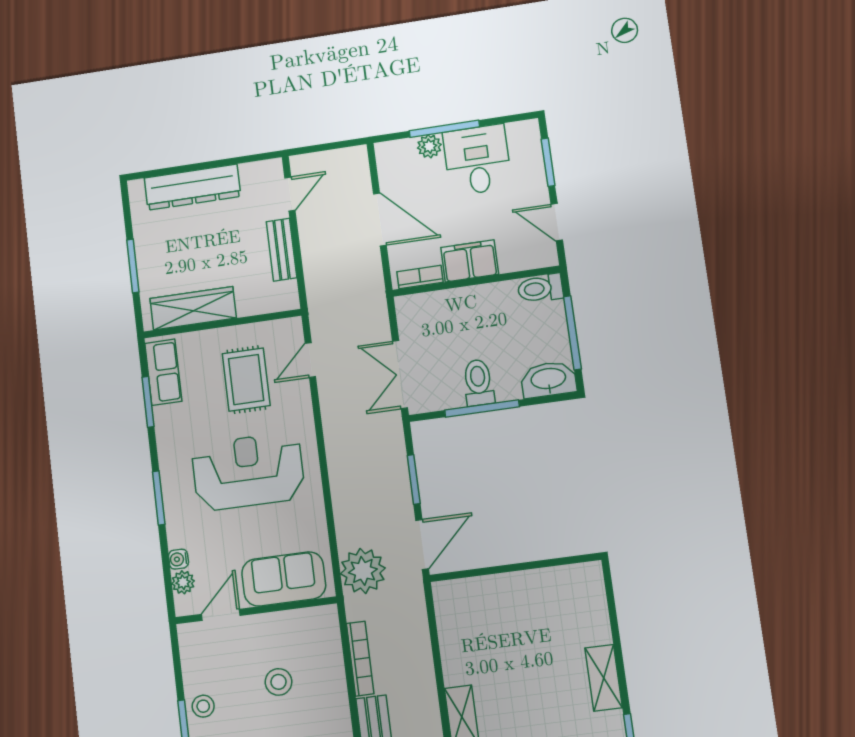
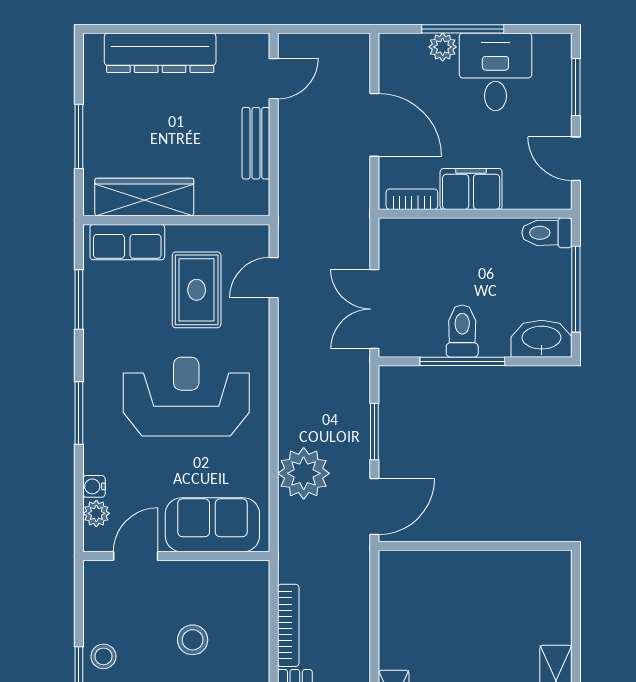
row of seats: (163, 372) -> (127, 242), moved, turned 90
plant: (363, 571) -> (304, 473), moved

